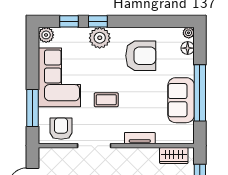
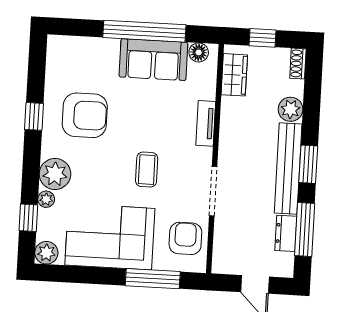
window: (98, 21) -> (34, 116), moved
plant: (189, 33) -> (46, 199), moved
floor lamp: (188, 48) -> (199, 52), moved
armchair: (141, 56) -> (85, 115), turned 90
armchair: (61, 129) -> (185, 238), turned 90

